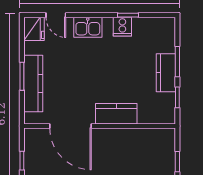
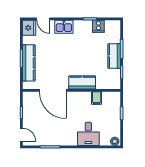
cooker: (122, 27) -> (98, 26), moved
filing cabinet: (139, 138) -> (97, 98), added

